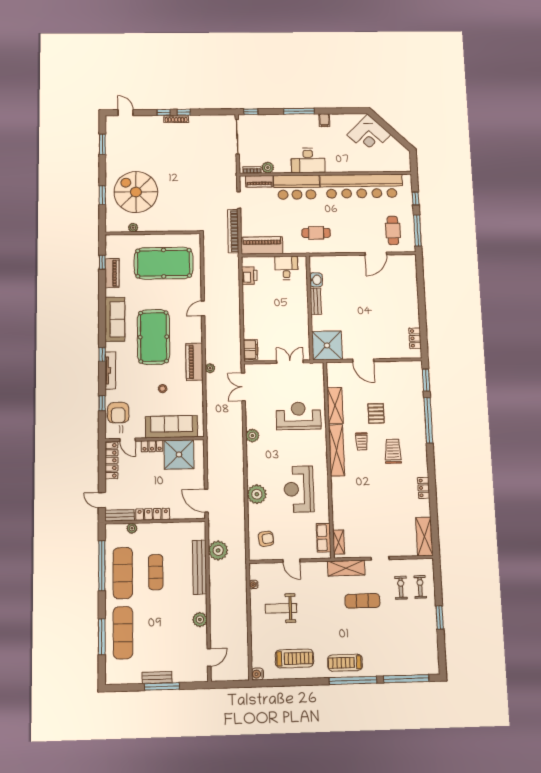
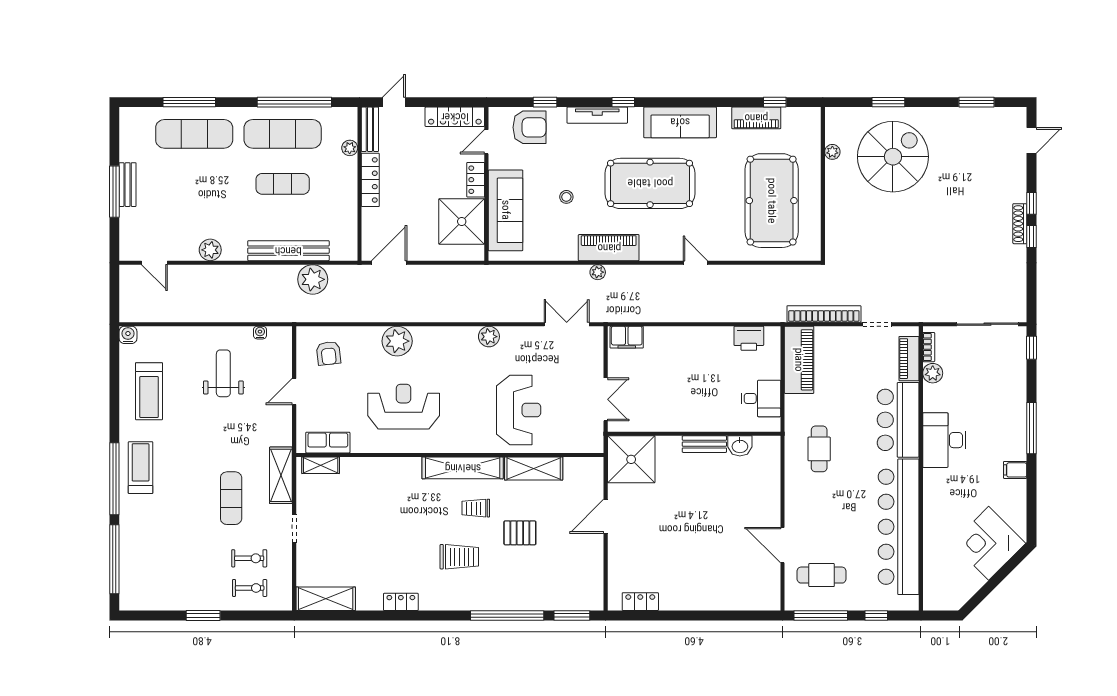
armchair: (118, 413) -> (529, 127), turned 180

